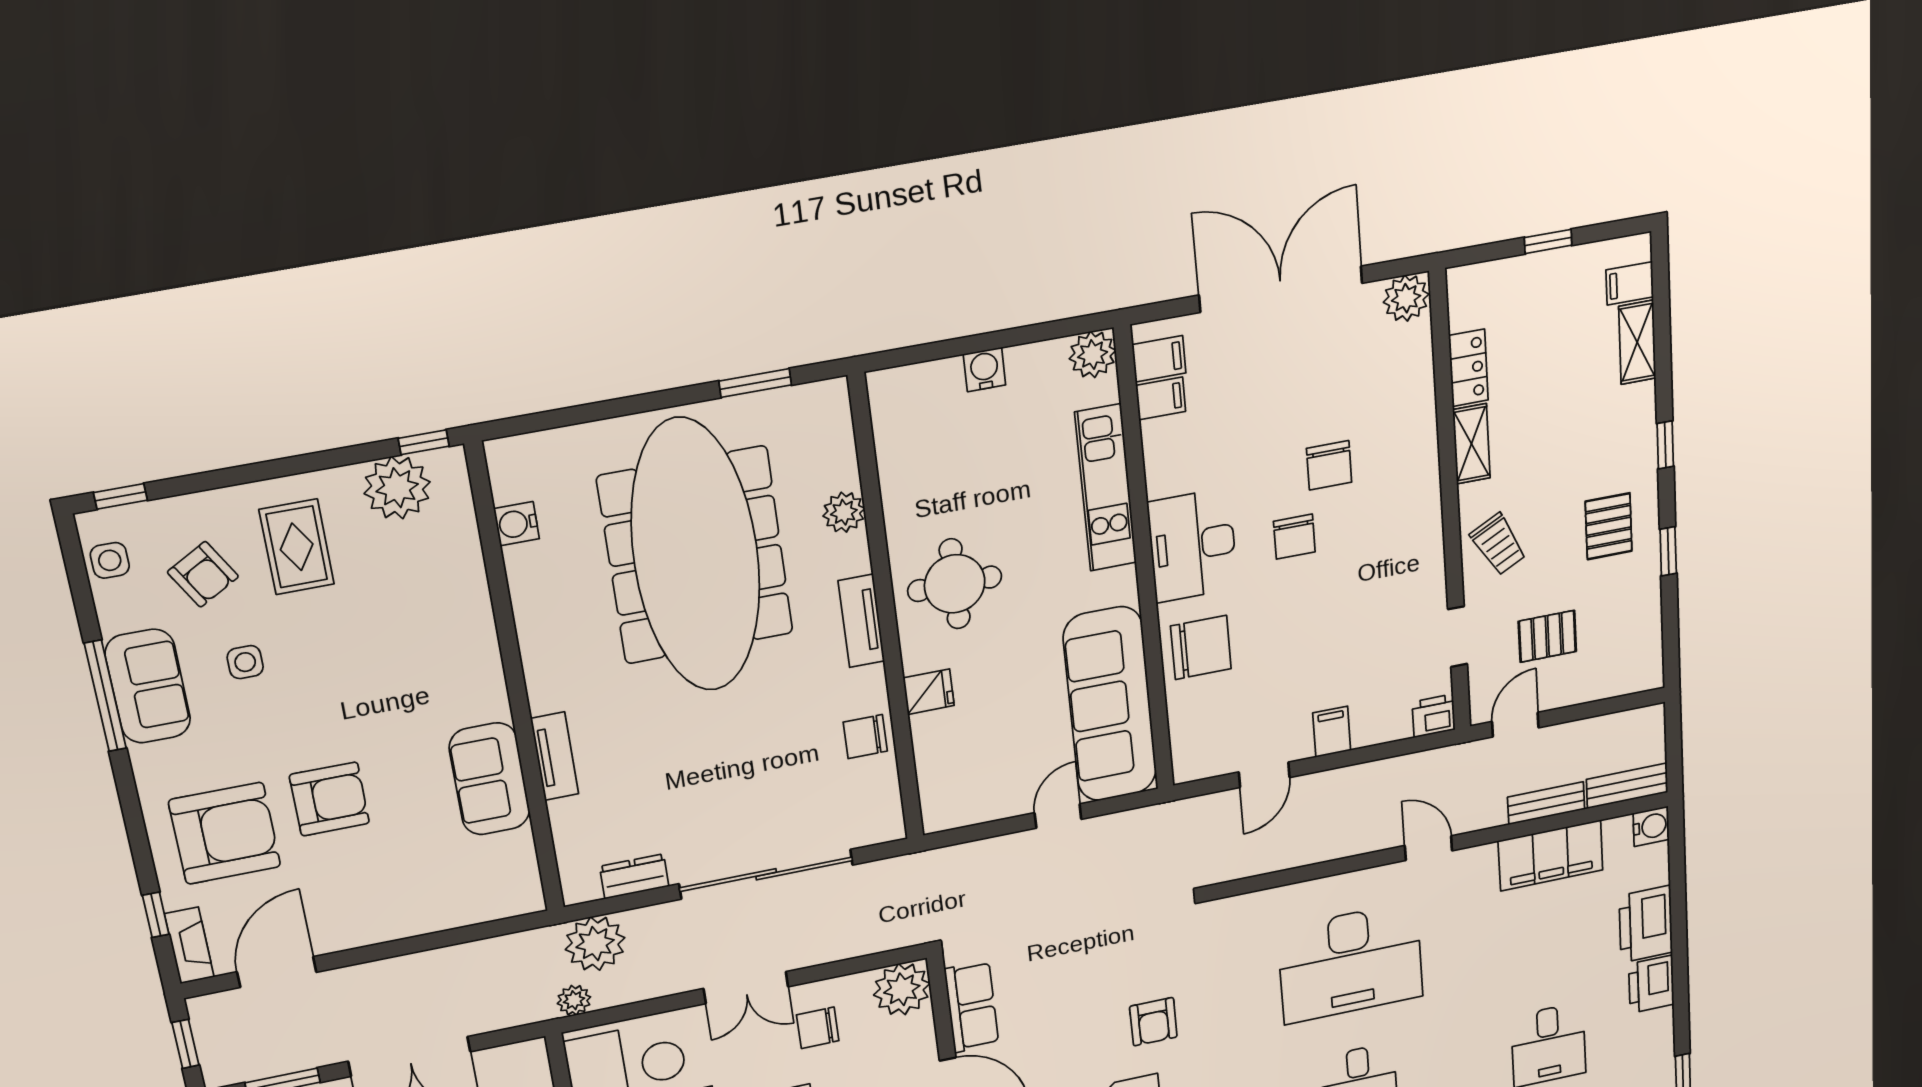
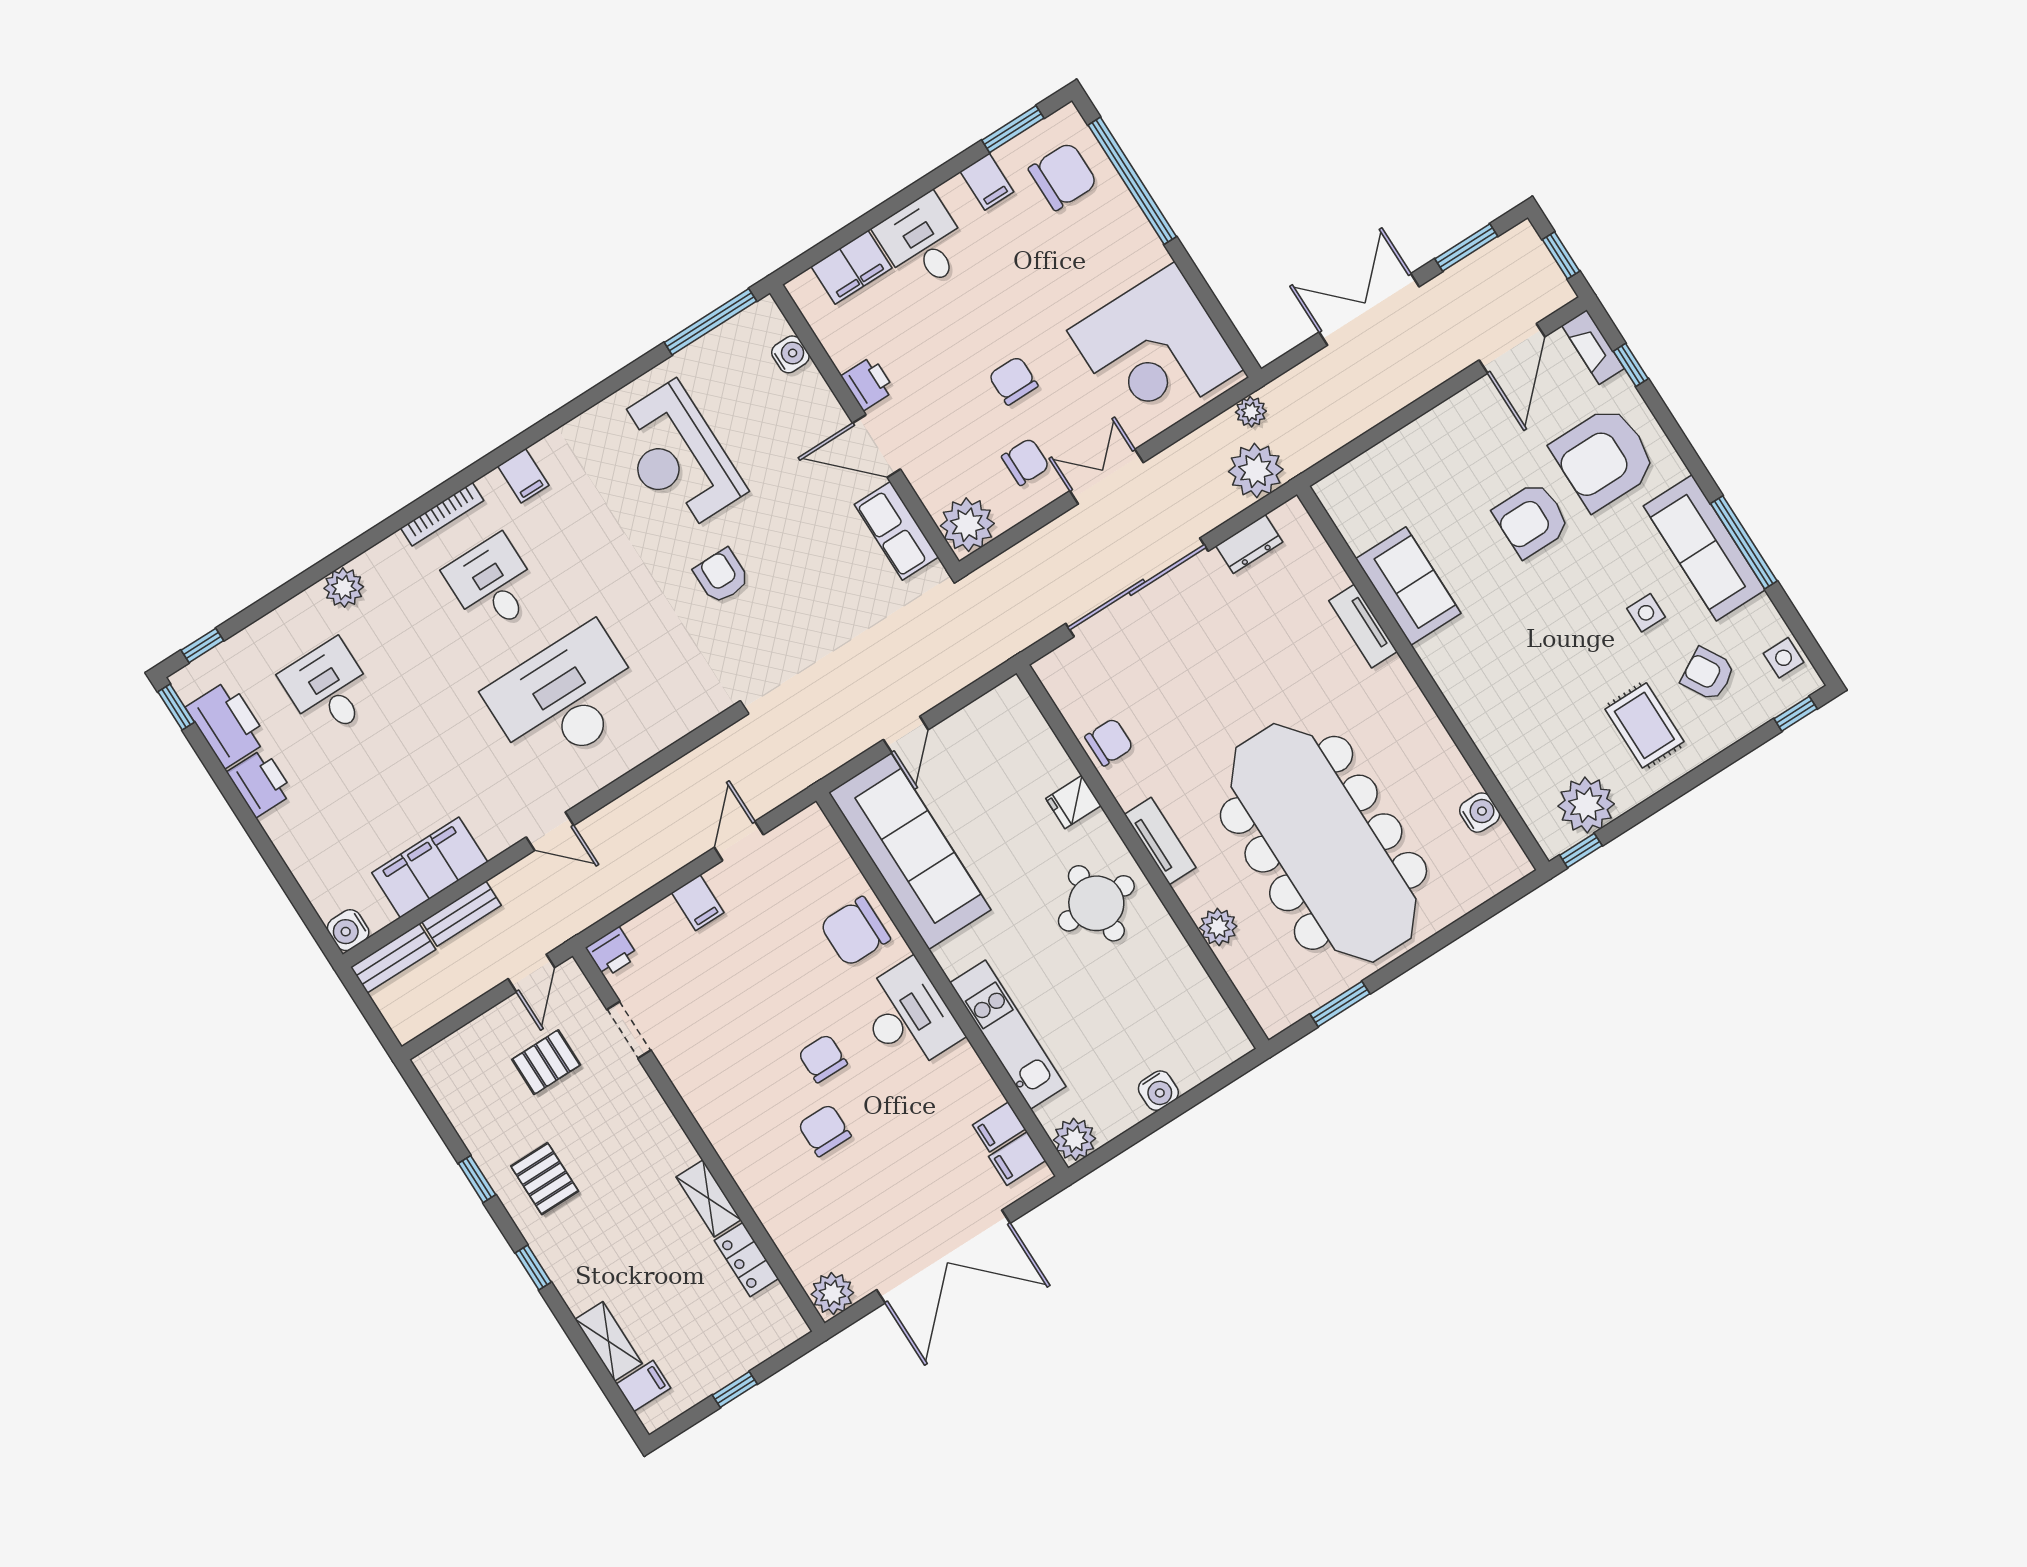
trolley: (1498, 544) -> (636, 1124), removed
sofa: (148, 686) -> (1704, 548), width x1.36
printer: (1646, 924) -> (227, 724), moved

